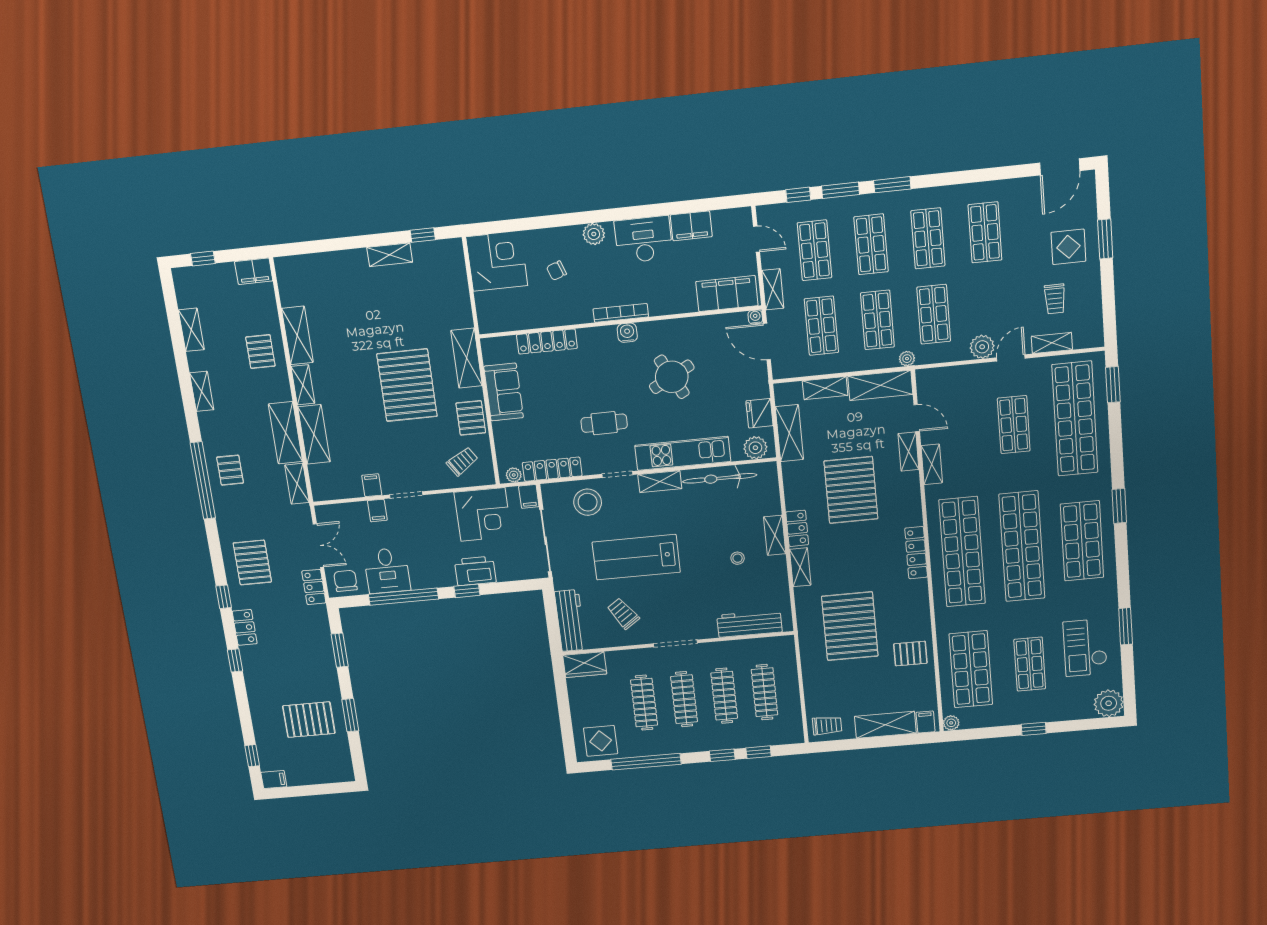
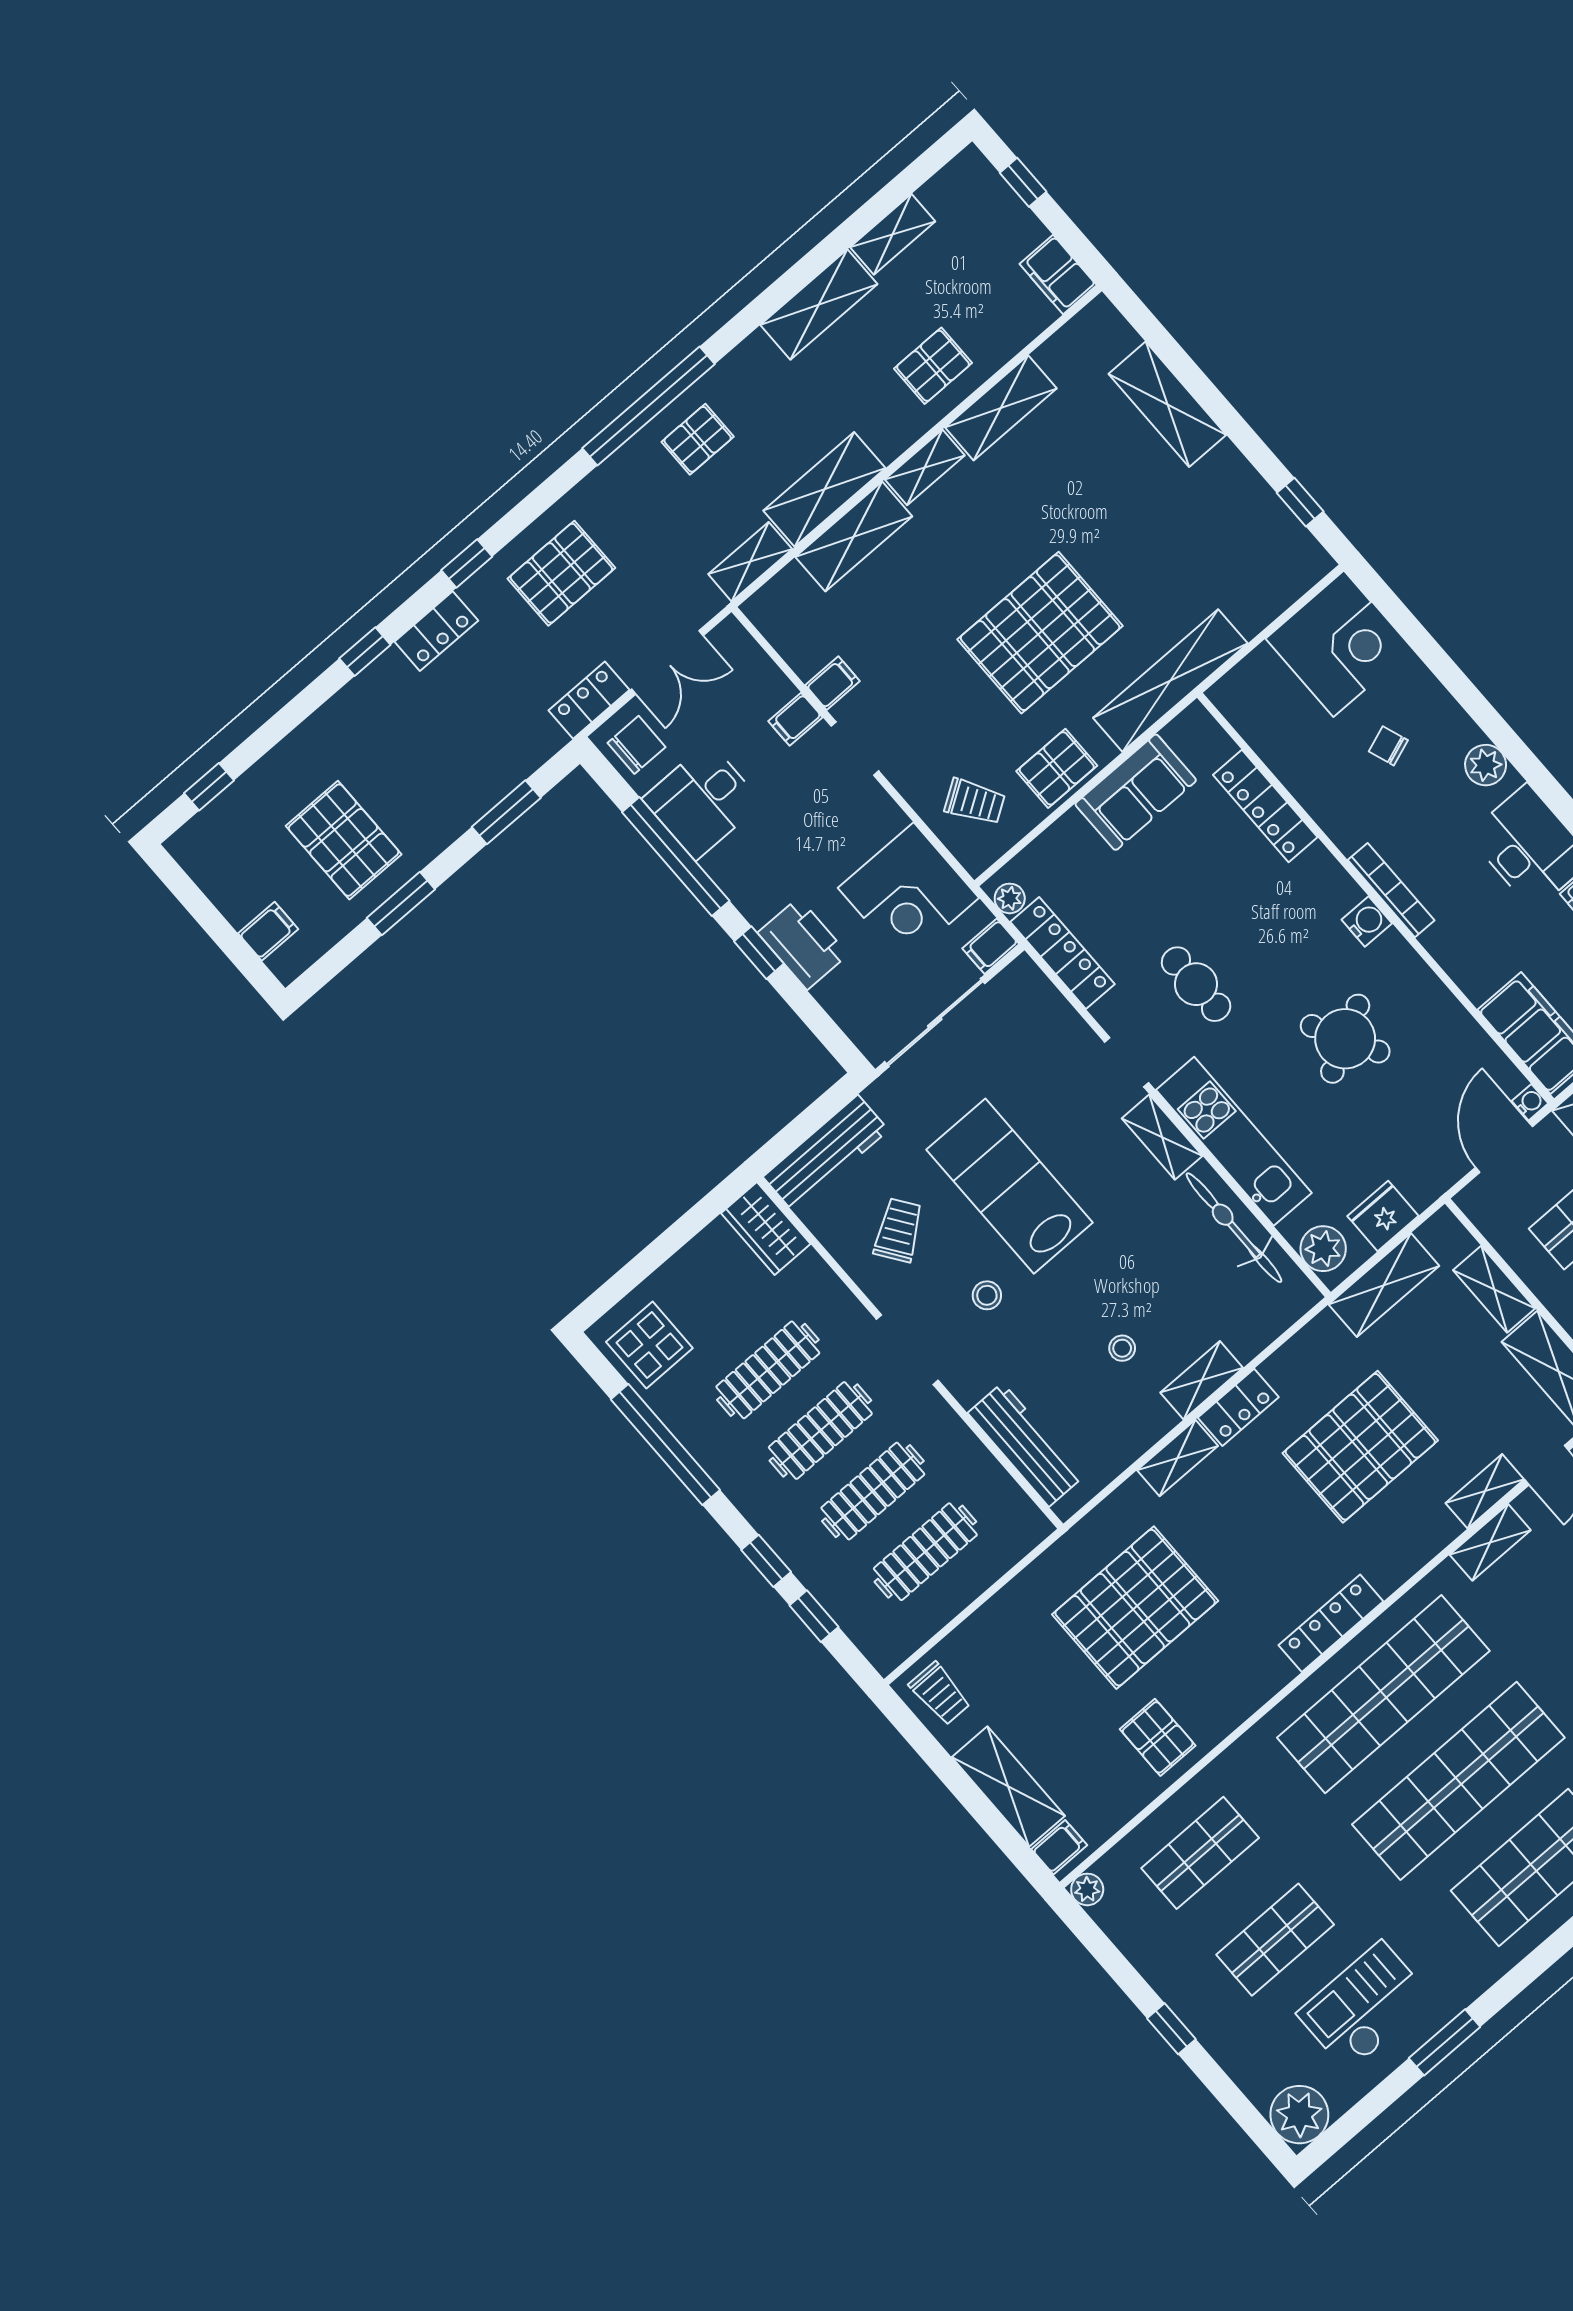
shelving: (390, 255) -> (1167, 404), moved, width x1.50, depth x1.33
shelving: (467, 358) -> (1170, 681), width x1.47
shelving: (202, 391) -> (819, 304), width x1.50, depth x1.33
stool: (588, 502) -> (987, 1295), moved, width x0.53, depth x0.53
shop shelf: (971, 669) -> (1200, 1853), width x0.70, depth x0.74
filing cabinet: (274, 780) -> (268, 931), moved, turned -90

